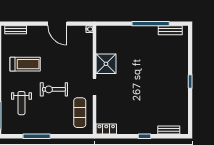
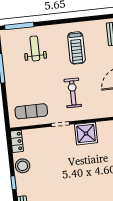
exercise bike: (54, 89) -> (73, 93), moved
weight bench: (21, 103) -> (35, 48), turned 90
stool: (130, 126) -> (23, 166), added

